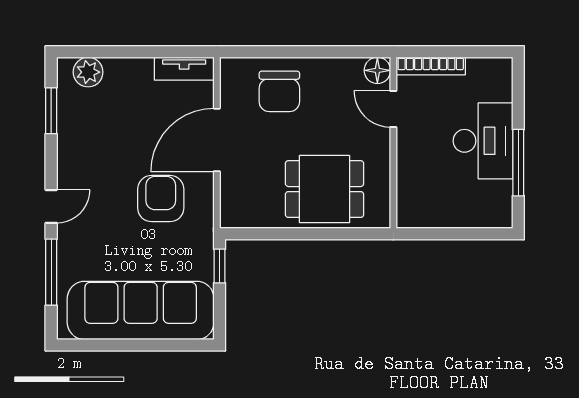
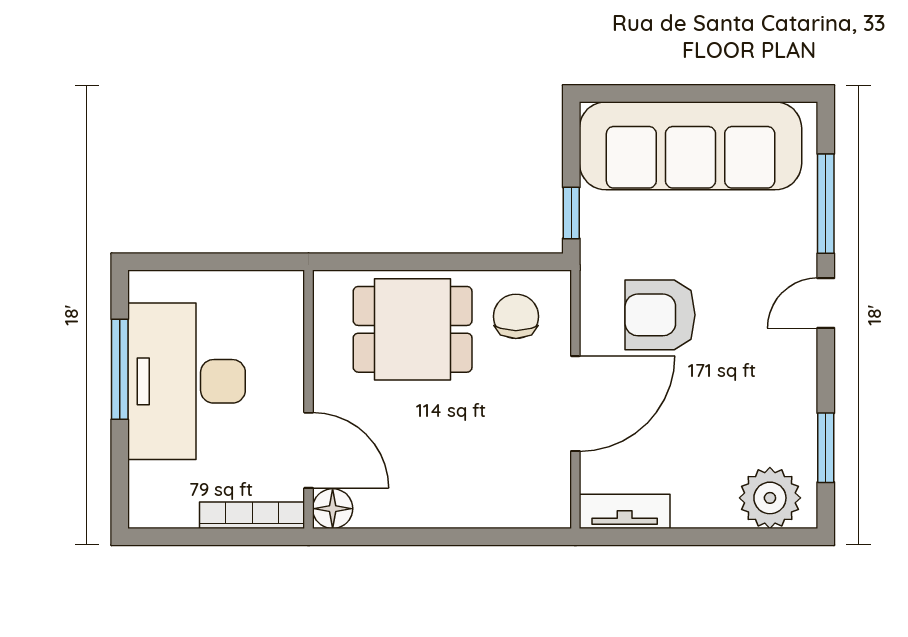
plant: (88, 72) -> (770, 498), width x1.36, depth x1.36
chair: (279, 91) -> (516, 316), moved, width x0.73, depth x0.73
door: (393, 109) -> (309, 450), width x1.38
desk: (483, 141) -> (187, 381), width x1.36, depth x1.30
armchair: (161, 199) -> (660, 315), turned 90

